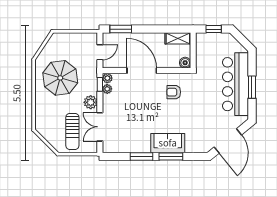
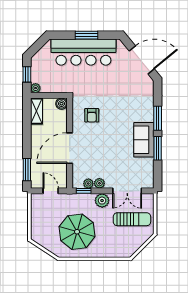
plant: (200, 37) -> (36, 88), added
plant: (107, 78) -> (99, 183), moved
sofa: (168, 143) -> (144, 140), moved

